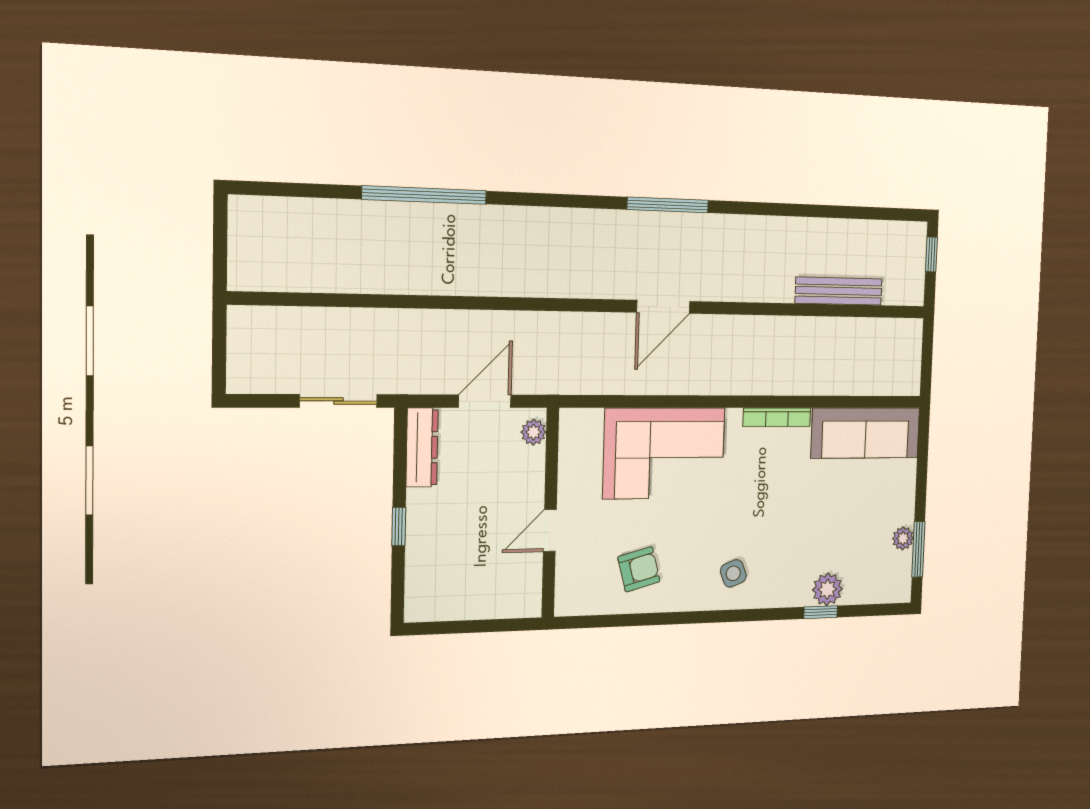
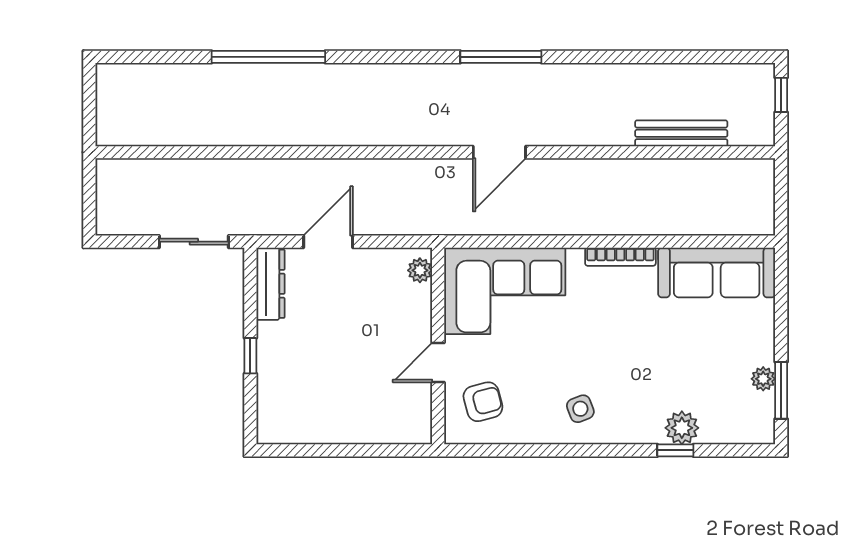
plant: (533, 432) -> (420, 270), moved
wall: (550, 513) -> (438, 346), moved
door: (550, 530) -> (438, 363), moved

